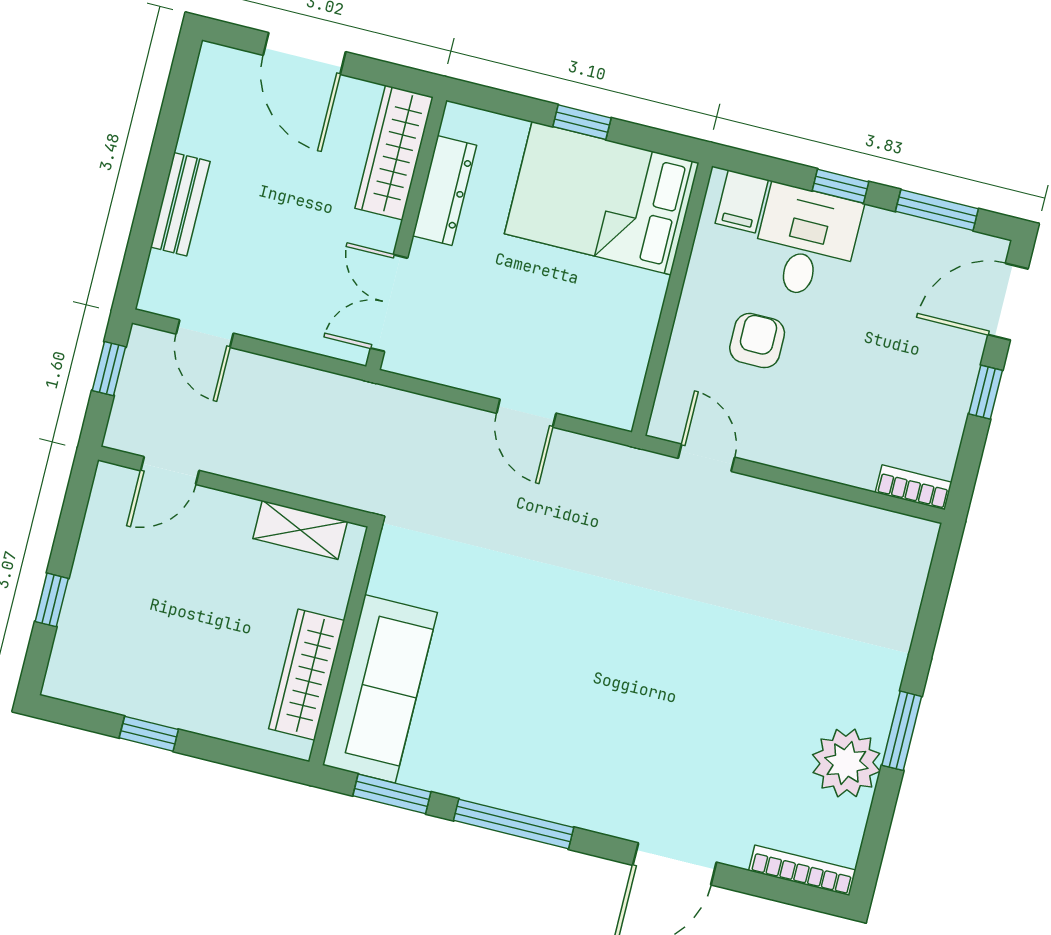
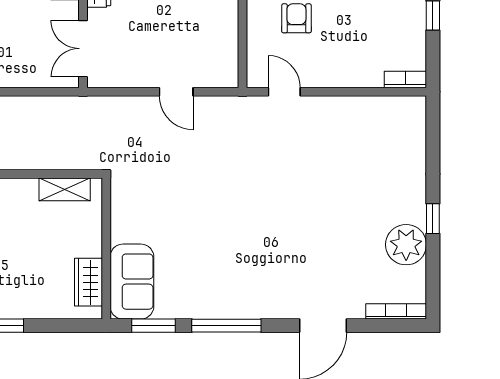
wardrobe: (307, 675) -> (88, 282), width x0.67
sofa: (380, 689) -> (132, 282), width x0.73
window: (902, 731) -> (433, 219), width x0.67

